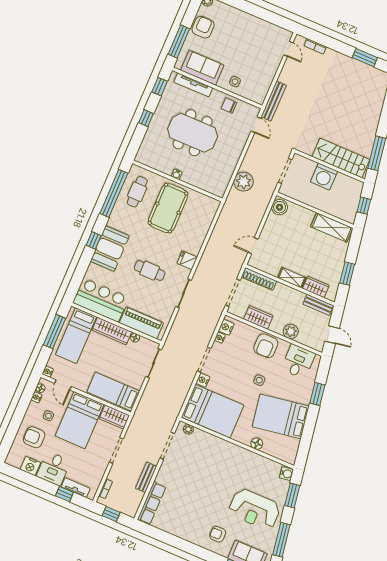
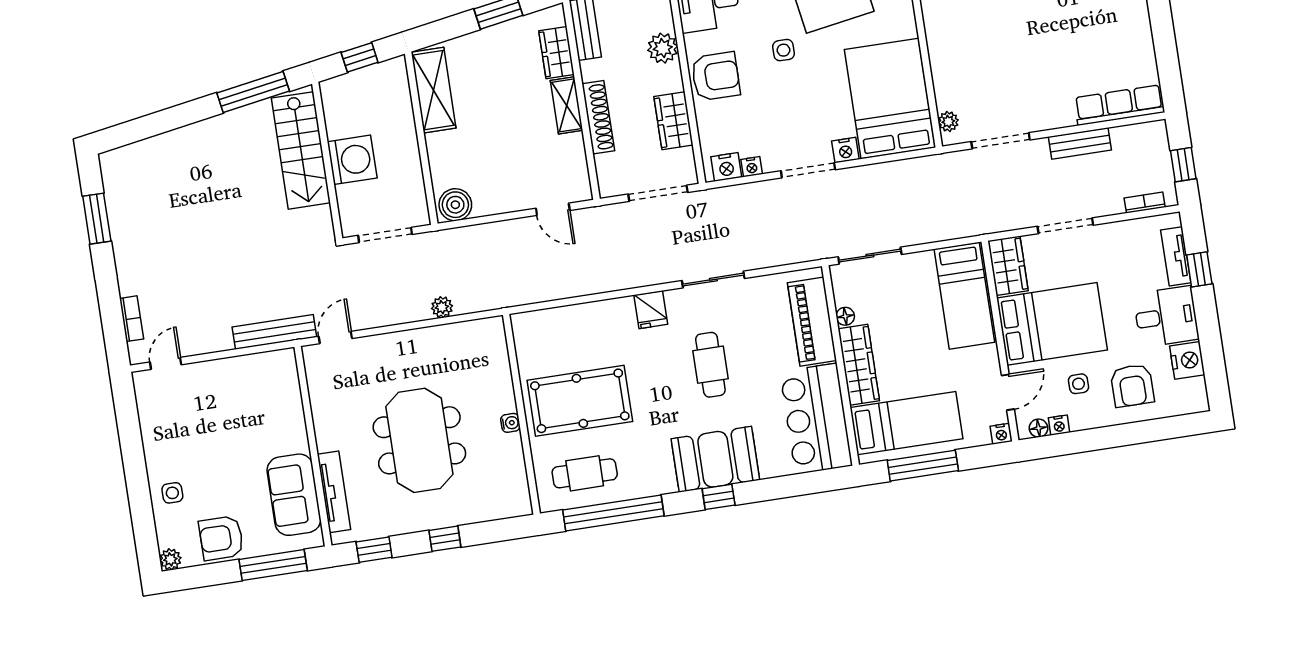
side table: (235, 82) -> (172, 493), moved
chair: (229, 106) -> (331, 406), removed
plant: (244, 182) -> (442, 307), width x0.53, depth x0.53
shoe rack: (259, 279) -> (598, 117), moved

